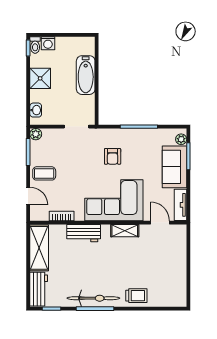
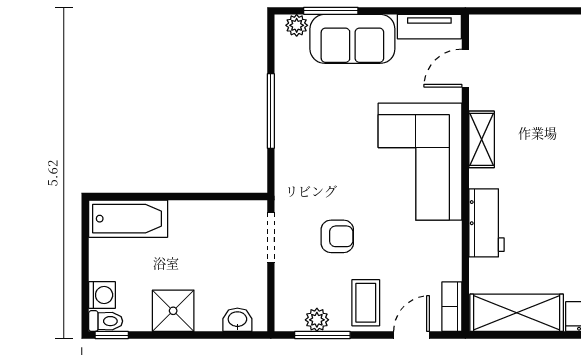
bathtub: (86, 75) -> (128, 219), moved
plant: (36, 134) -> (317, 320), moved
armchair: (113, 156) -> (337, 236), moved
bookcase: (62, 216) -> (452, 307), moved

